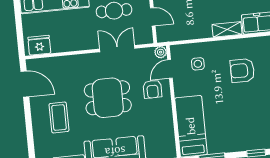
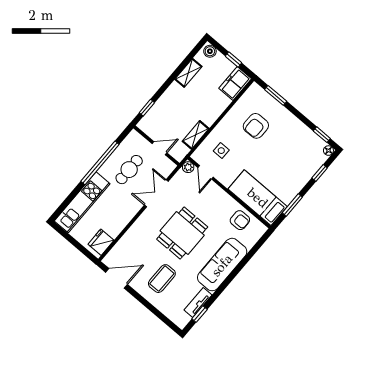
shelving: (227, 29) -> (196, 135), moved
armchair: (152, 89) -> (240, 220), moved
coffee table: (59, 117) -> (162, 279), turned 90

